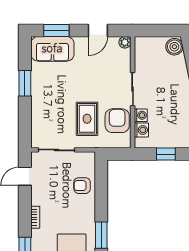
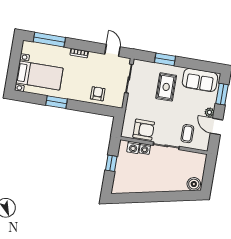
plant: (125, 42) -> (209, 112), moved
sofa: (52, 49) -> (200, 80), moved, turned -90
coffee table: (113, 65) -> (187, 134), added
window: (25, 83) -> (165, 59), moved
rug: (87, 119) -> (166, 87), moved, turned 90

